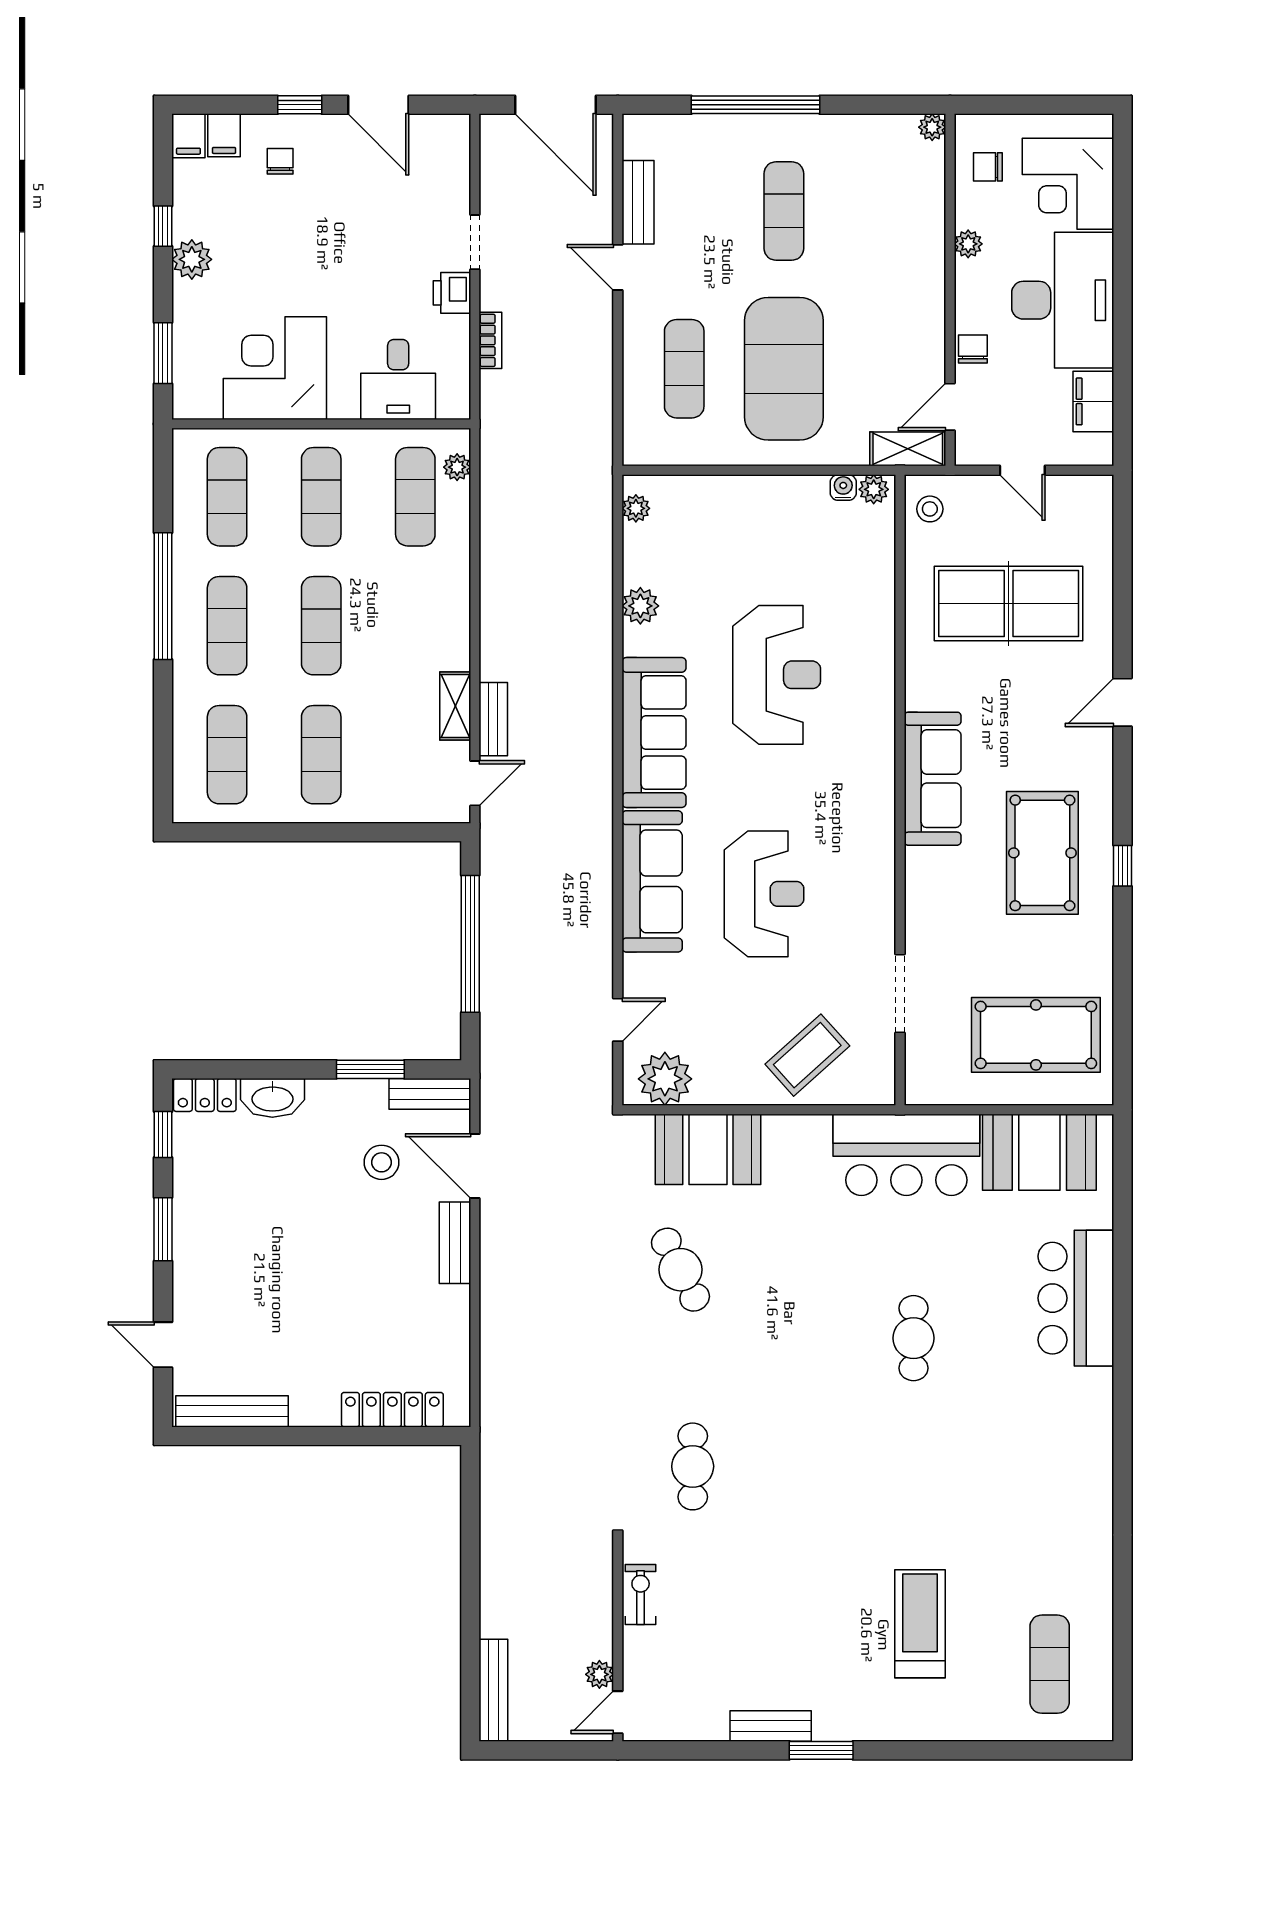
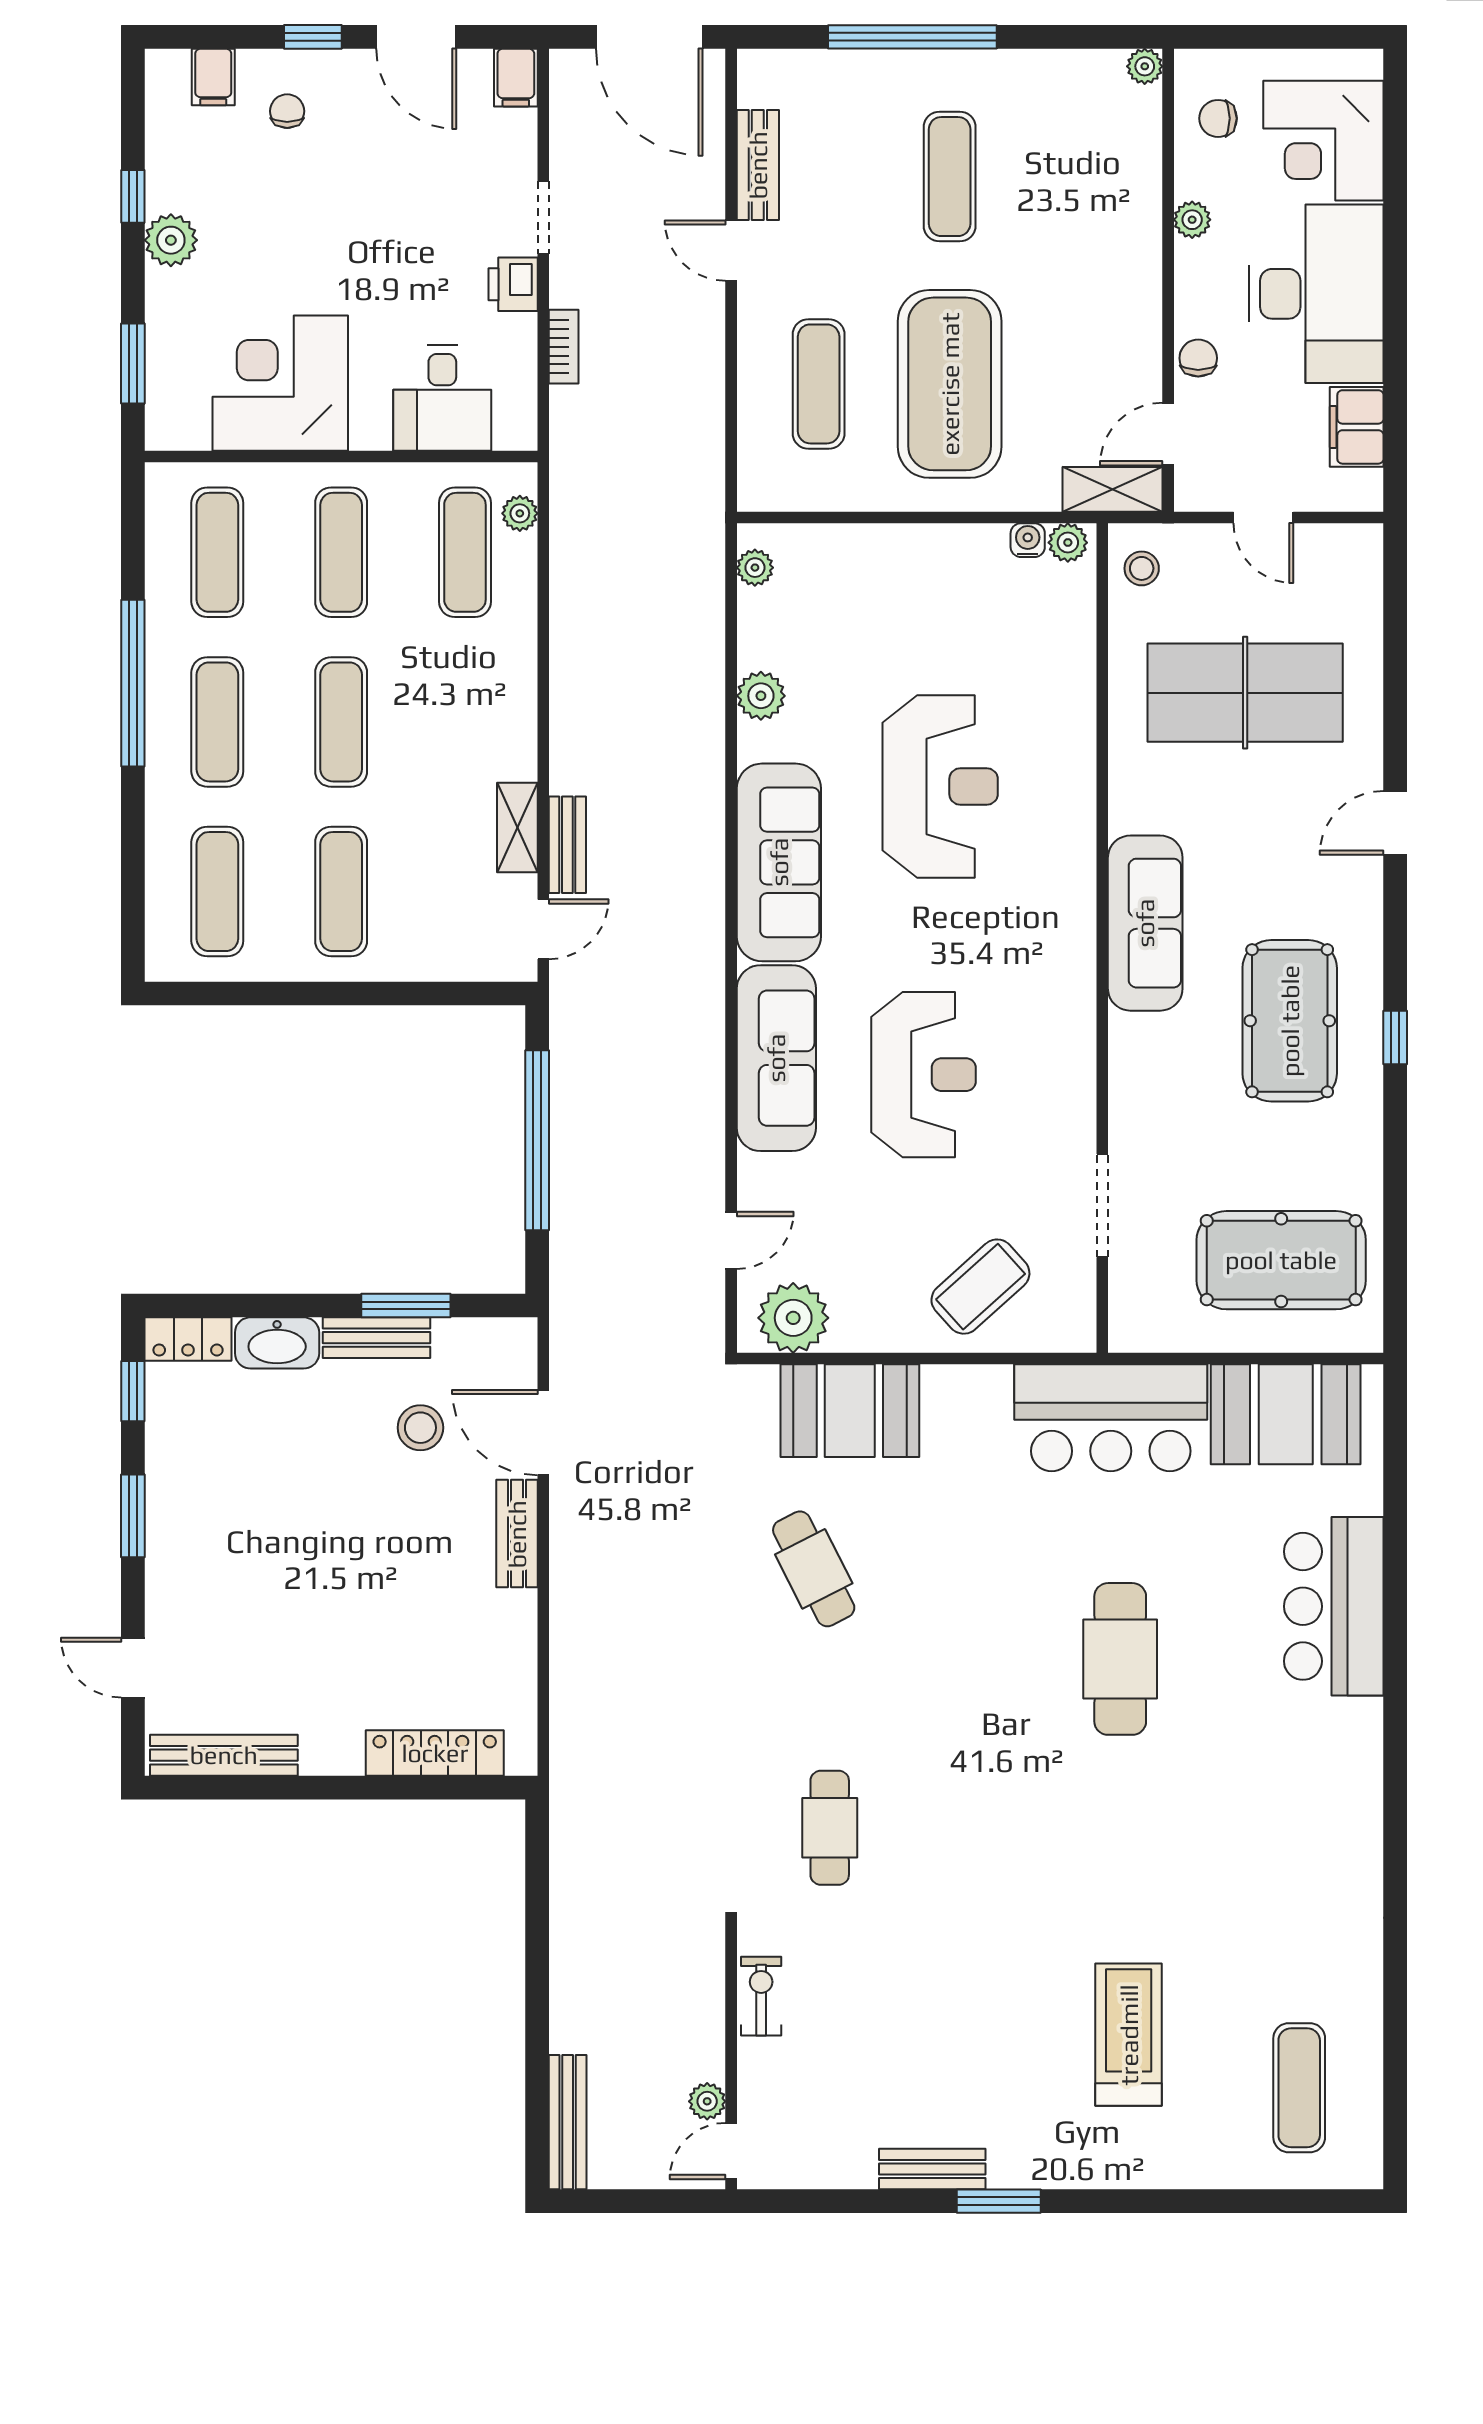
filing cabinet: (188, 136) -> (516, 78), moved
bench: (430, 1094) -> (376, 1338), moved
cafe table: (914, 1338) -> (1120, 1659), width x1.37, depth x1.35

